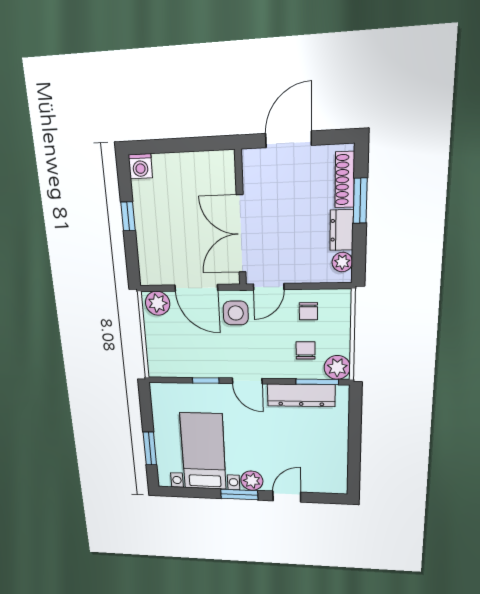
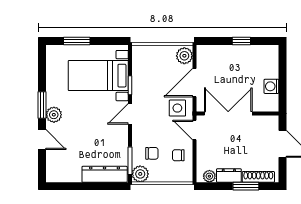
washing machine: (140, 166) -> (271, 86), moved
dresser: (301, 395) -> (105, 174), moved, turned 90
bed with nightstands: (203, 451) -> (98, 76), moved, turned 180

